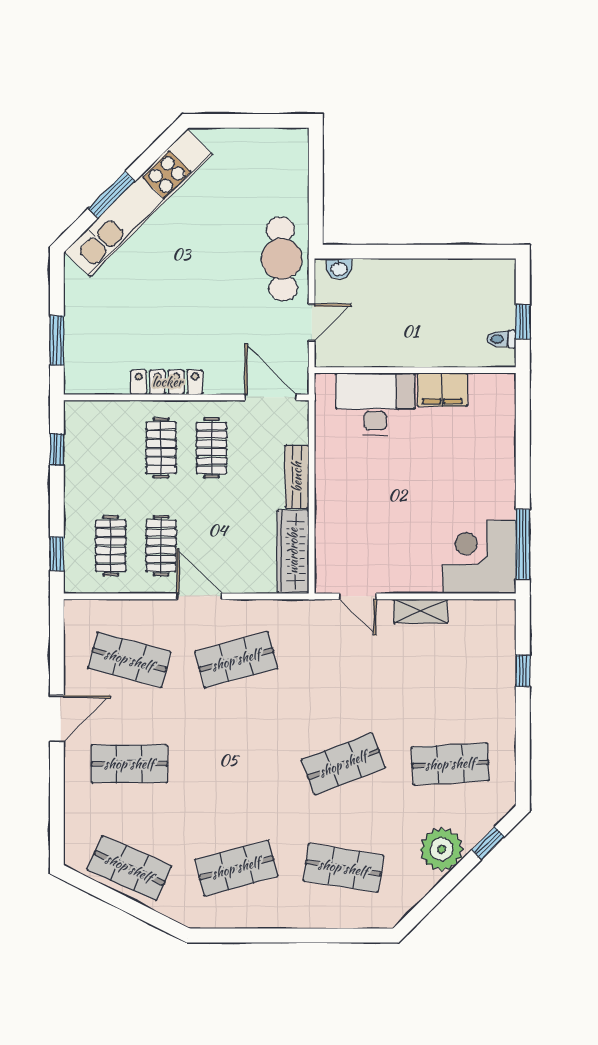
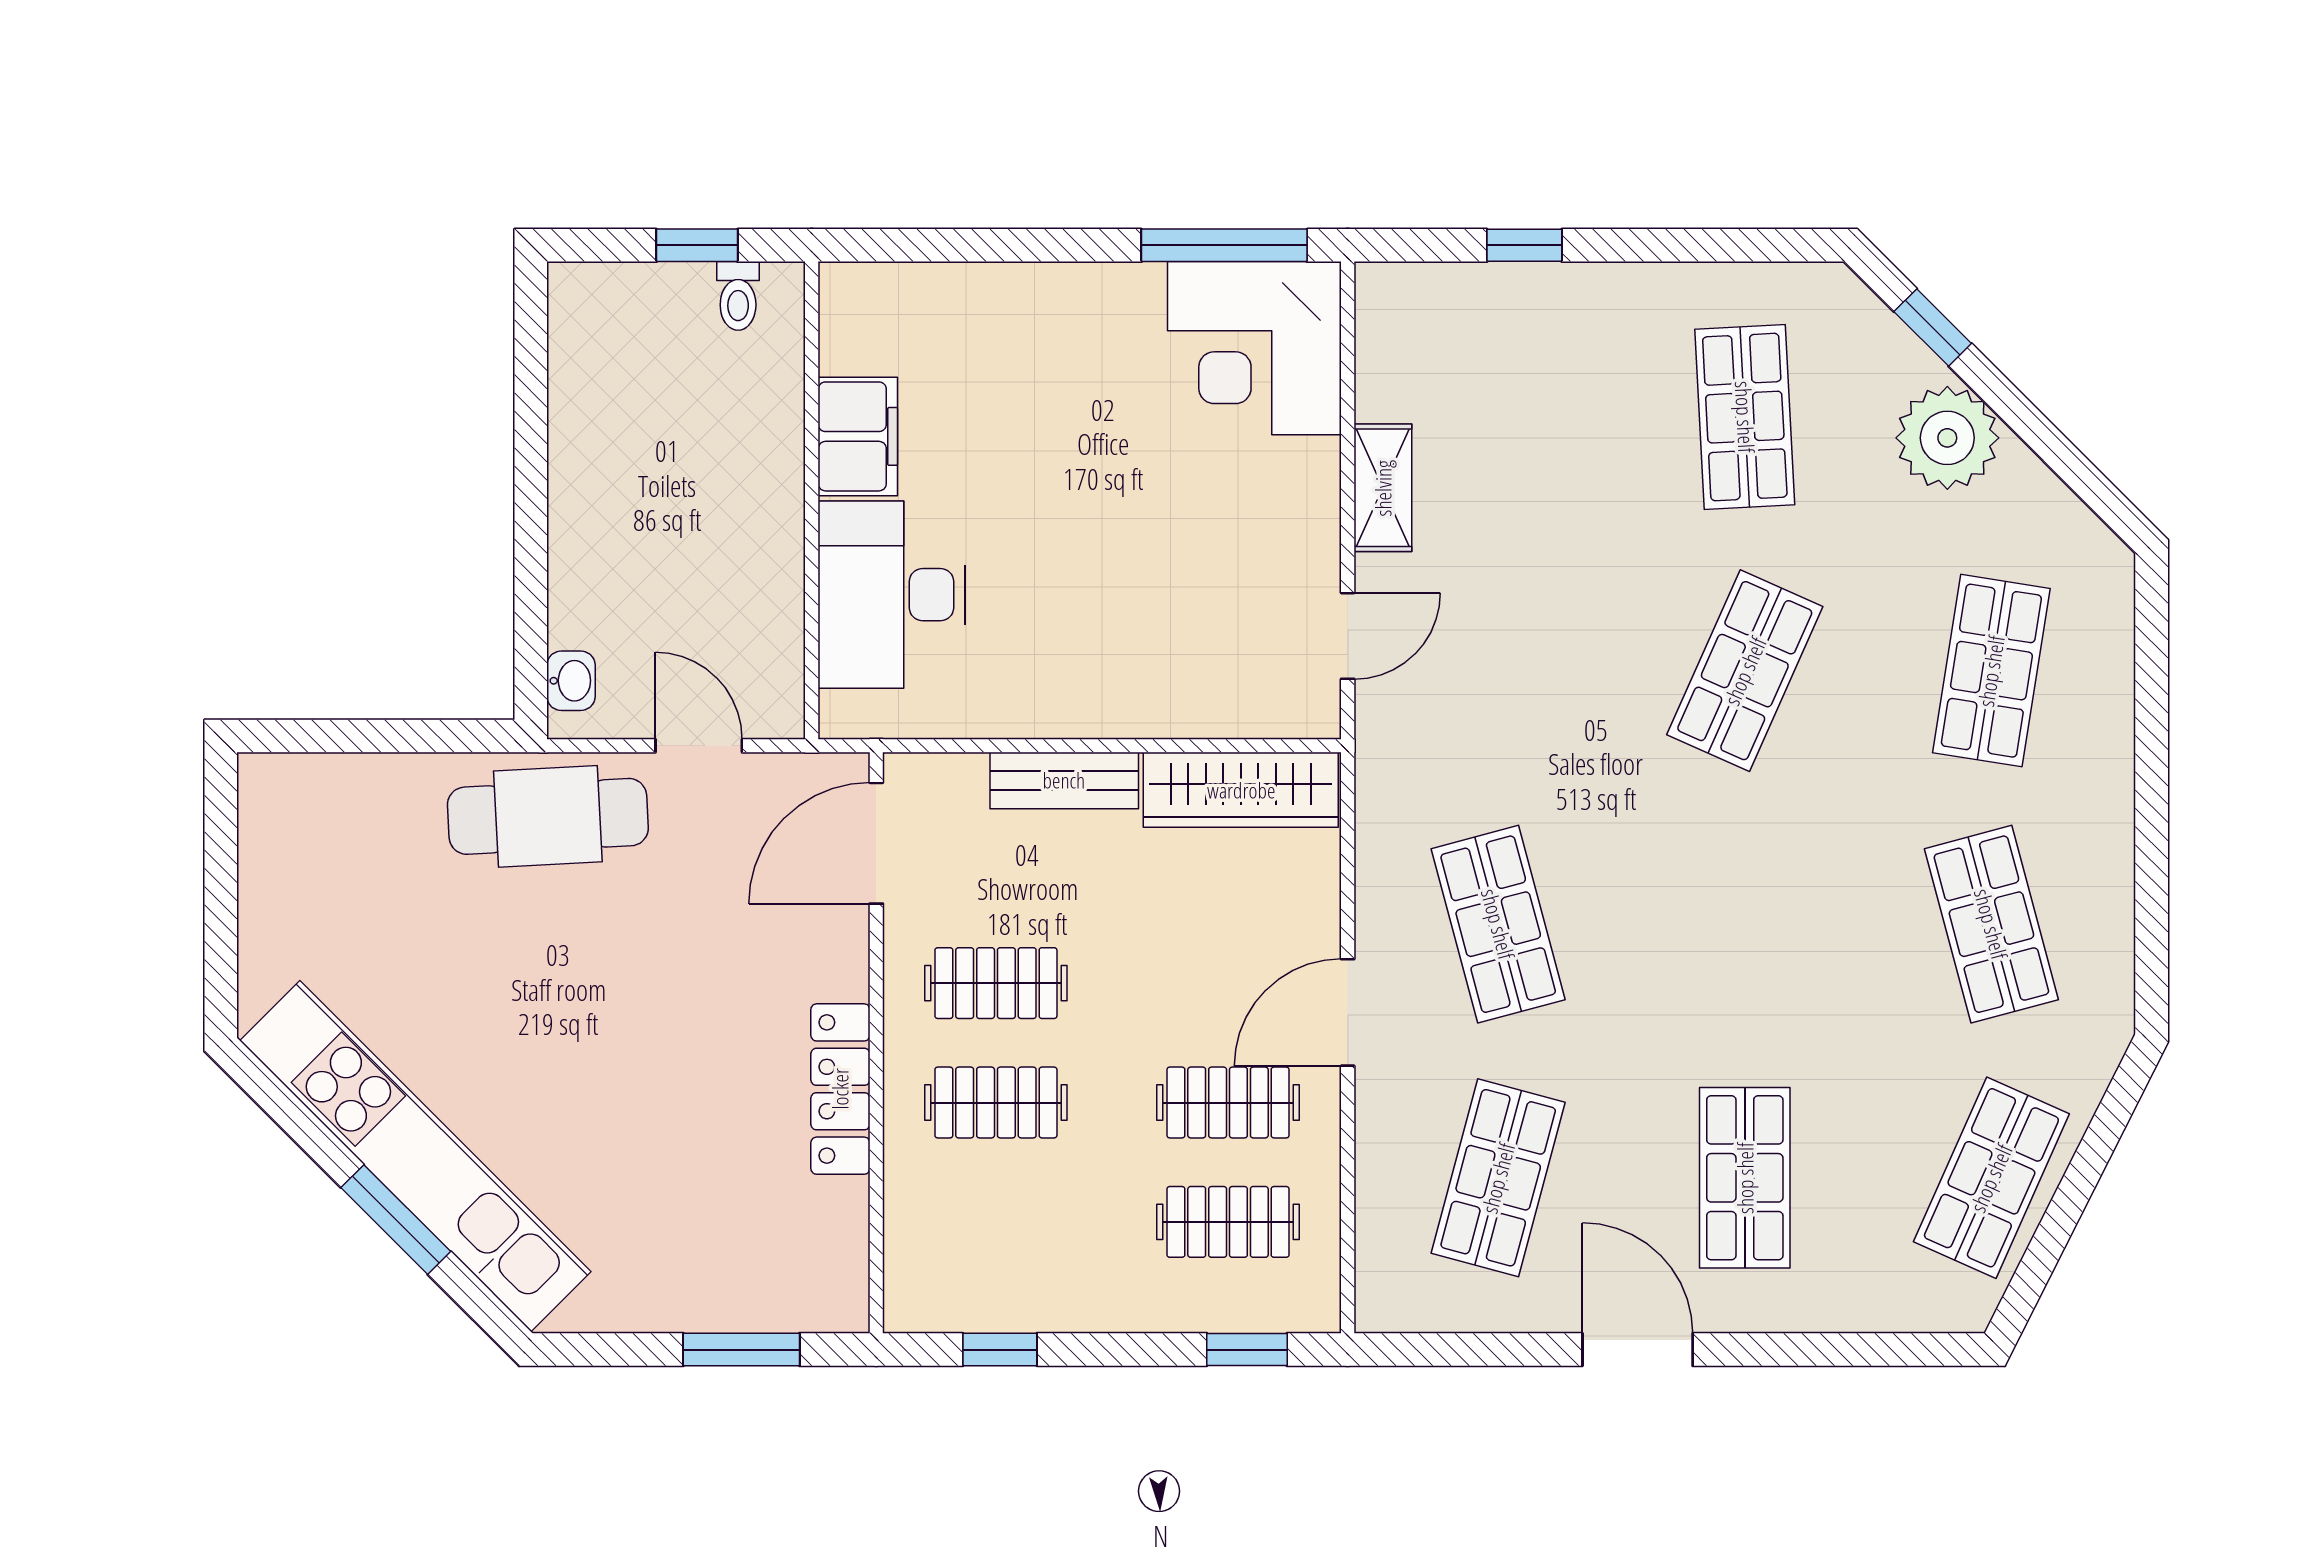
shop shelf: (343, 764) -> (1745, 671), turned 45

